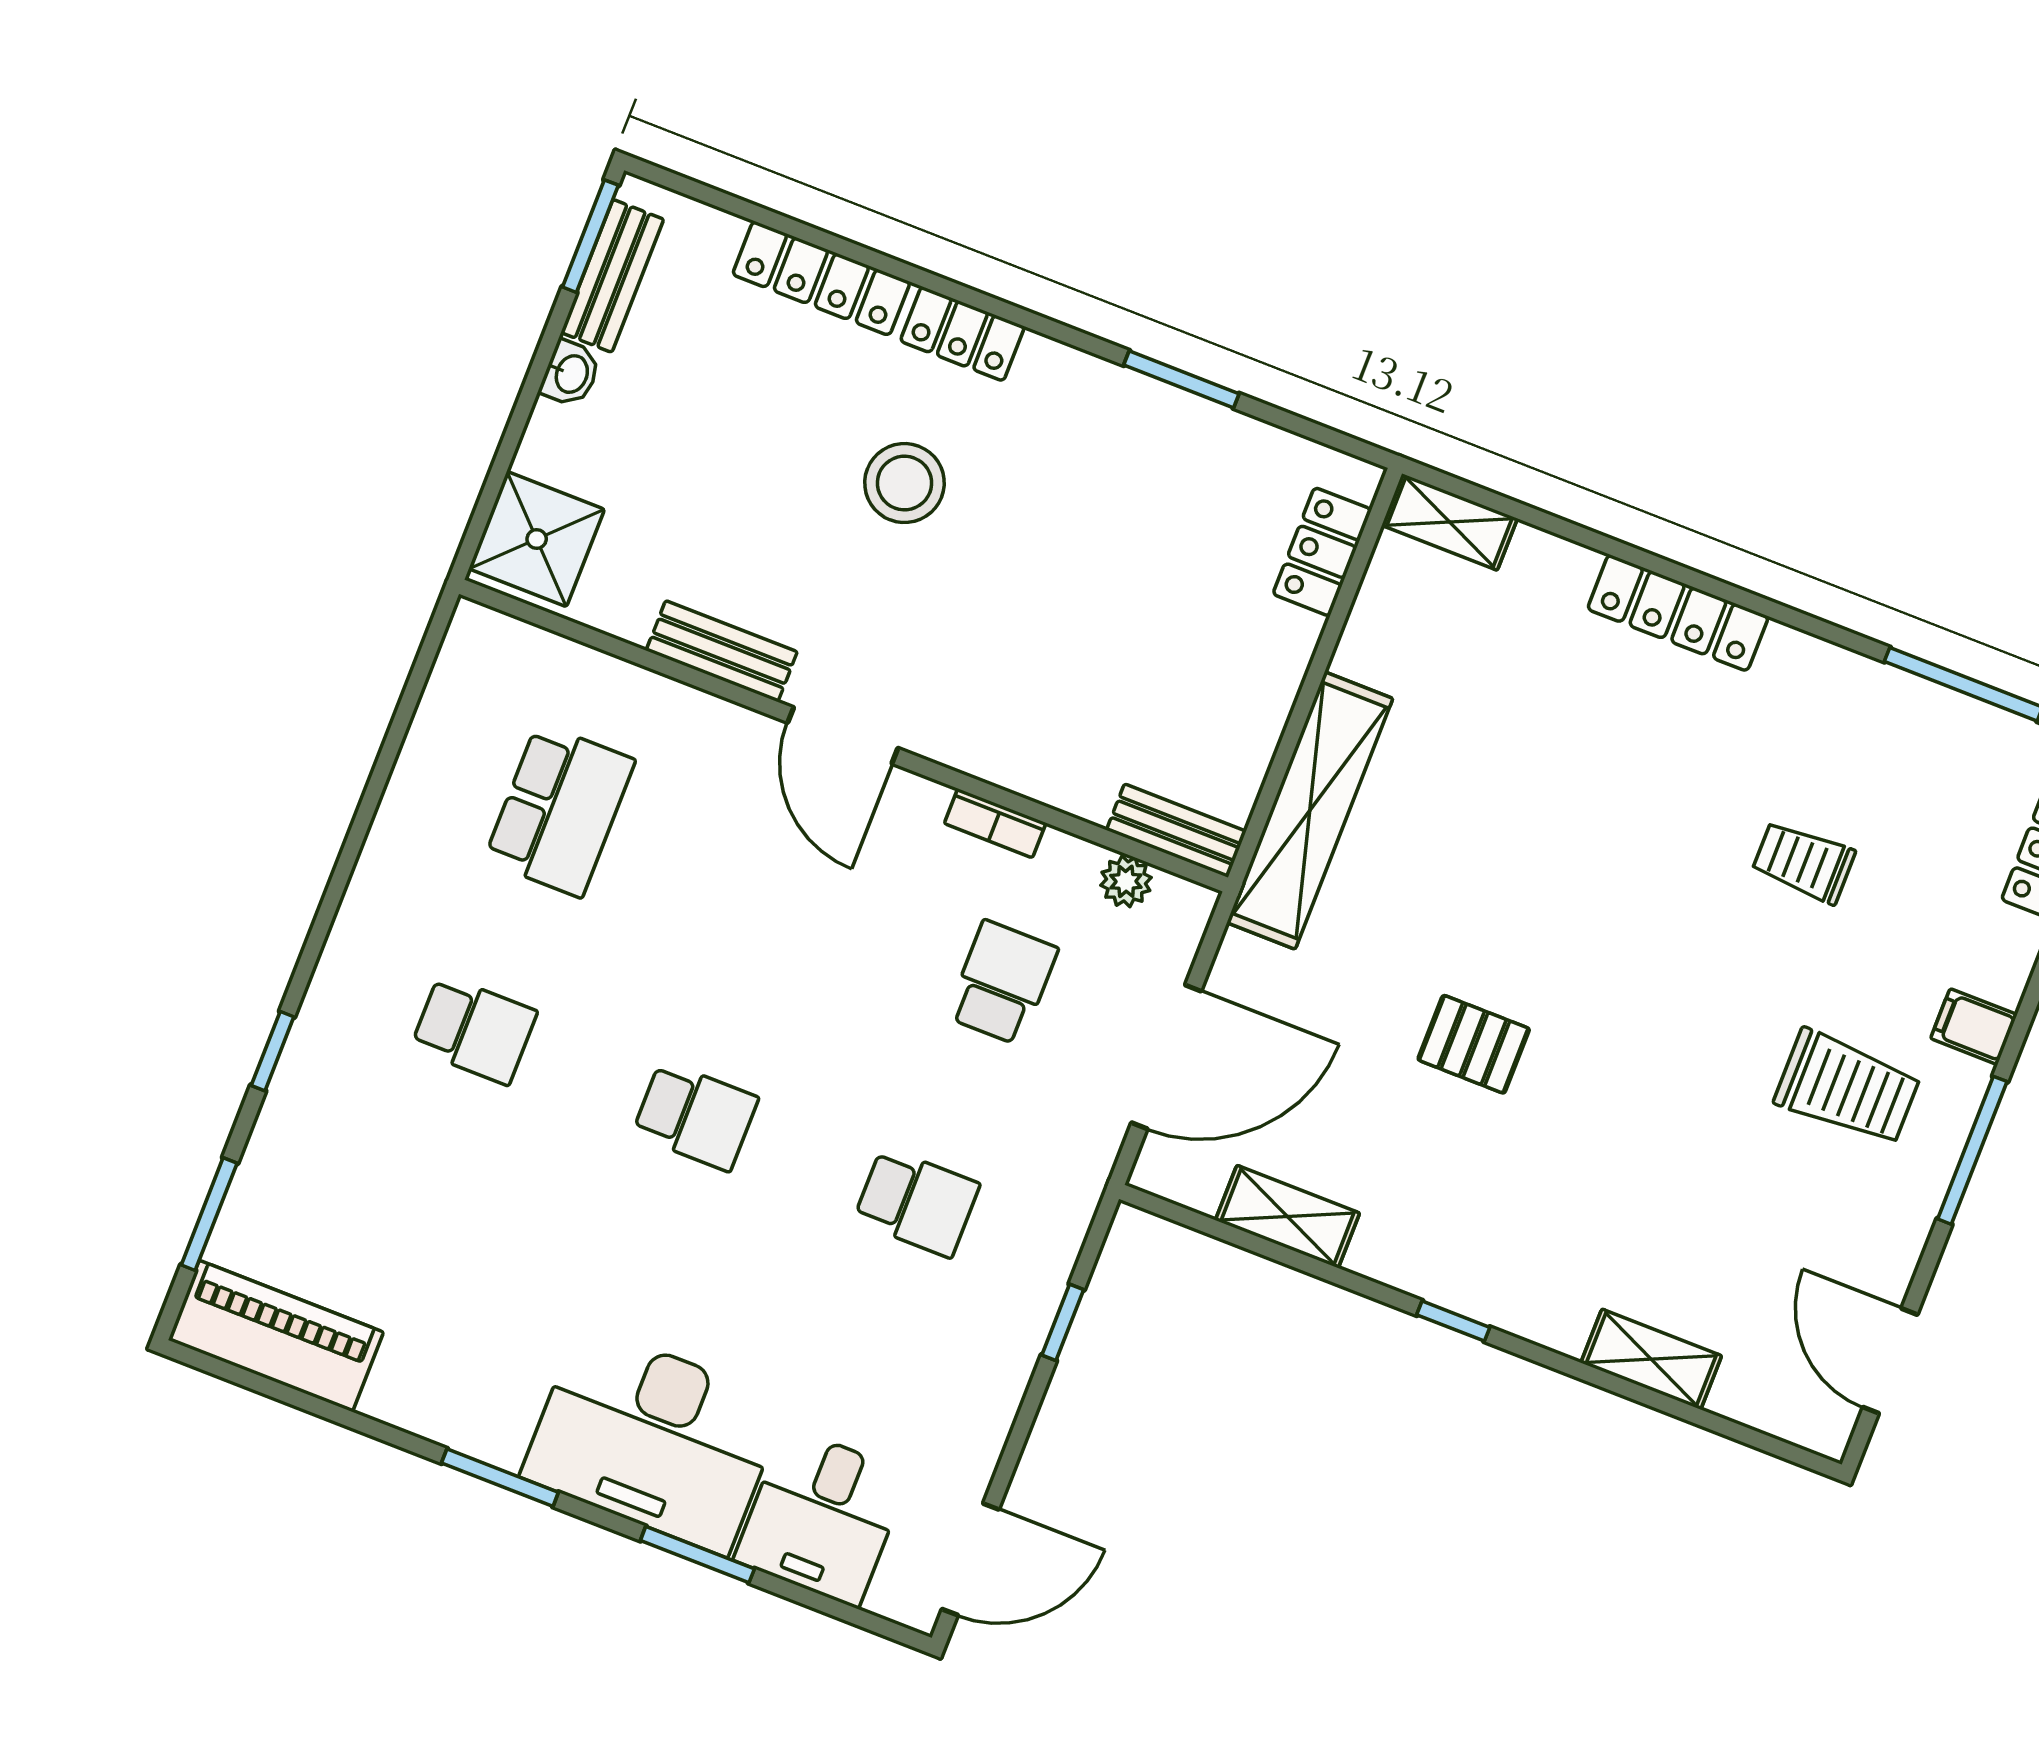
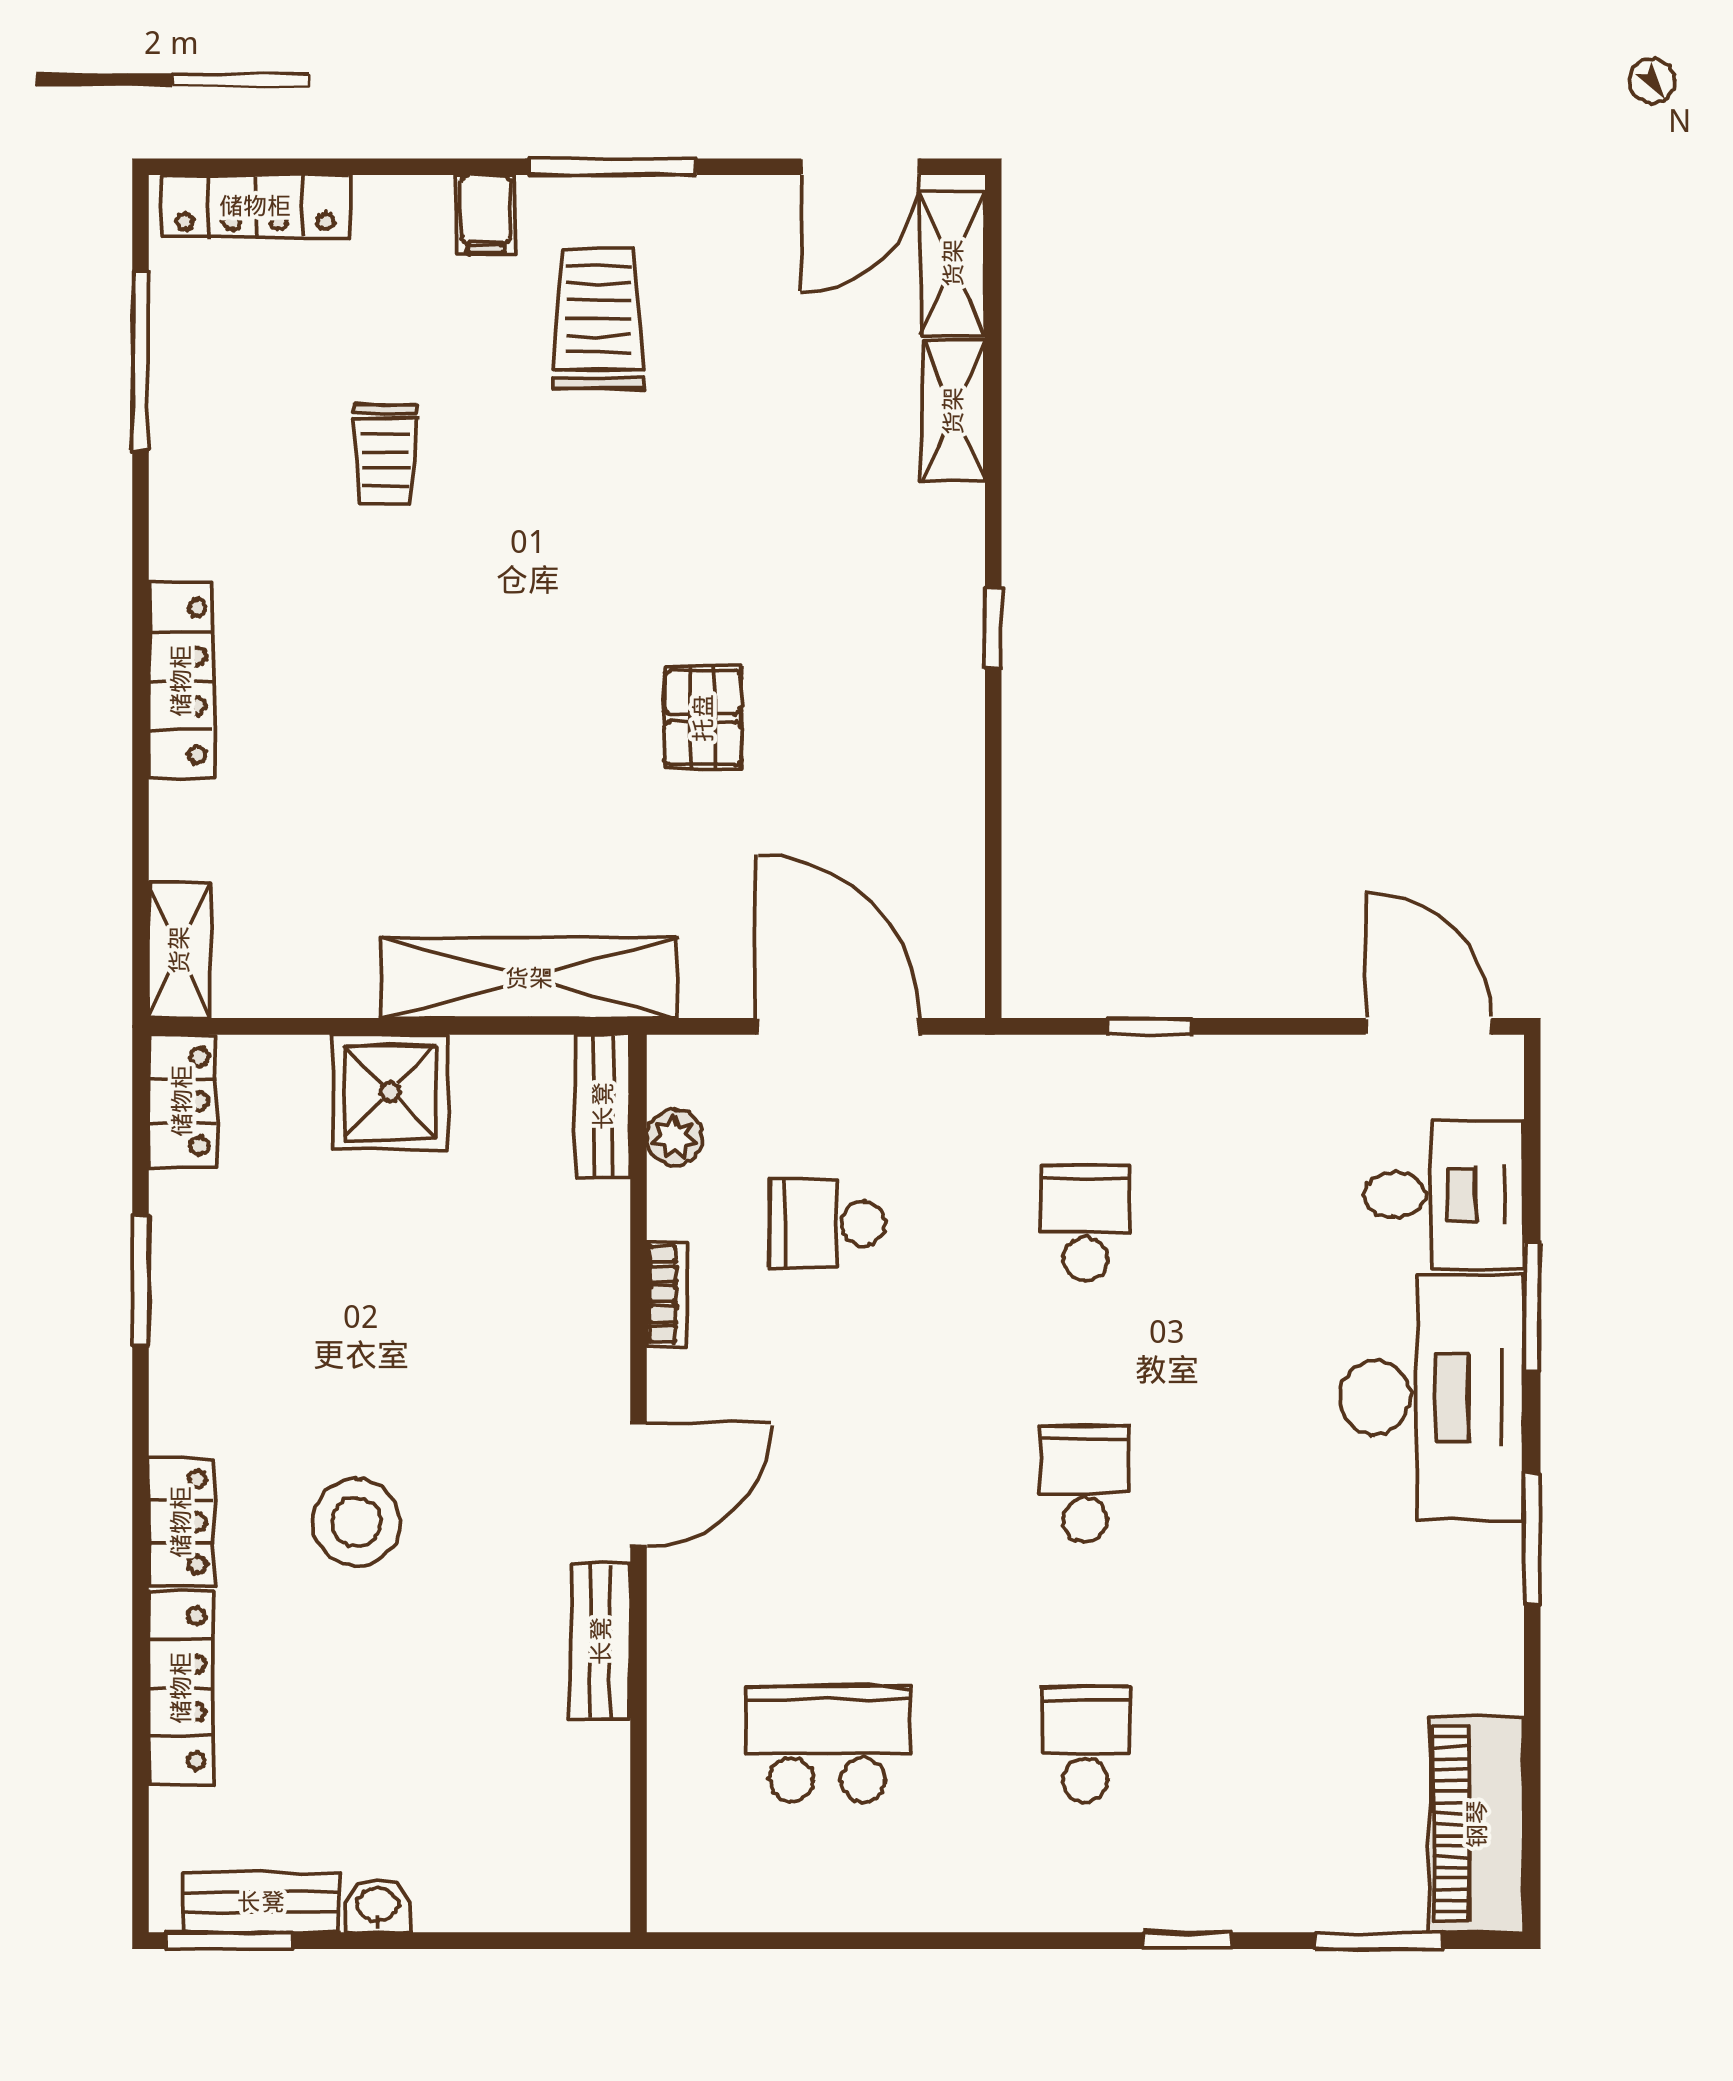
shower: (537, 539) -> (390, 1092), moved
locker: (1322, 552) -> (182, 1101), moved, turned -90
shelving: (1288, 1217) -> (953, 263), moved

